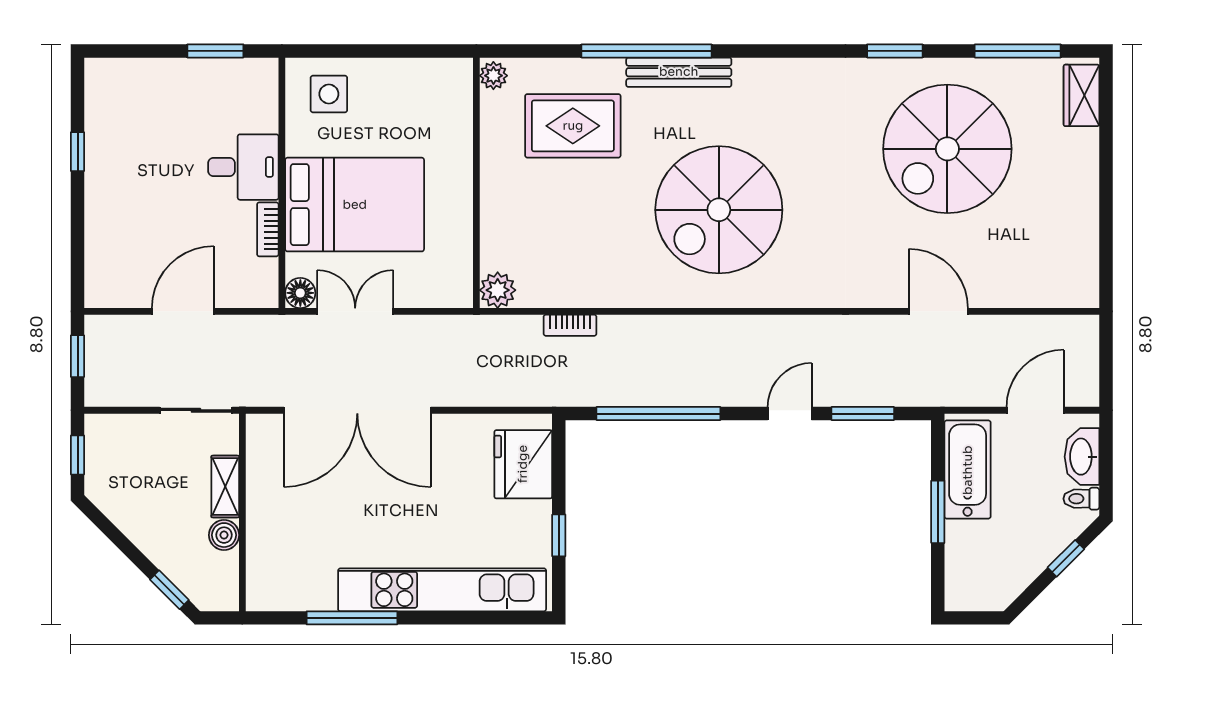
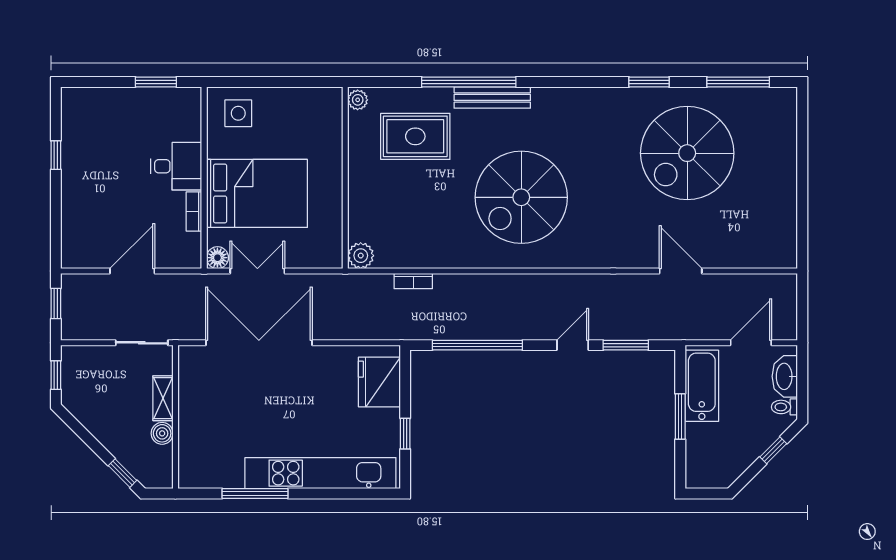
wardrobe: (1081, 95) -> (785, 114), removed
double door: (357, 410) -> (259, 343), swing flipped

